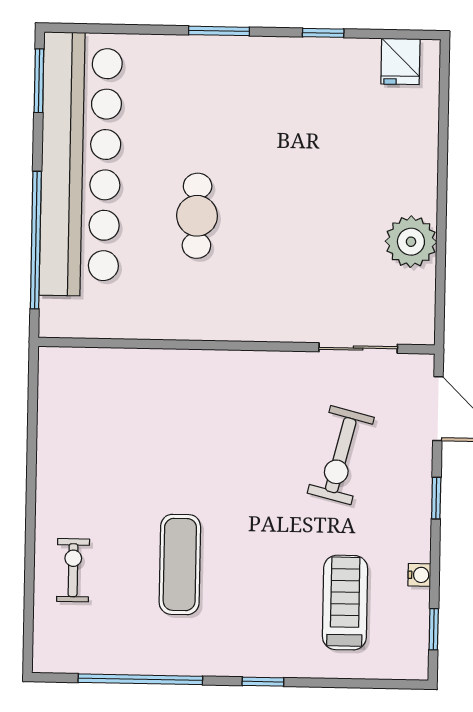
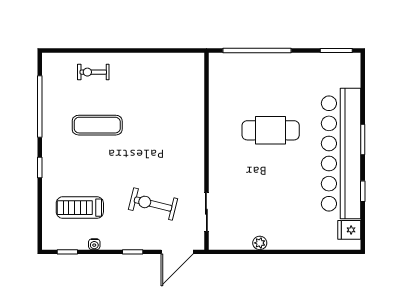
bar counter: (81, 164) -> (341, 154), moved, turned 90
cafe table: (197, 216) -> (271, 130), width x1.37, depth x1.35
plant: (411, 242) -> (260, 243), width x0.53, depth x0.53
exercise bike: (73, 570) -> (93, 72), turned 180
treadmill: (345, 603) -> (80, 208), turned 180

